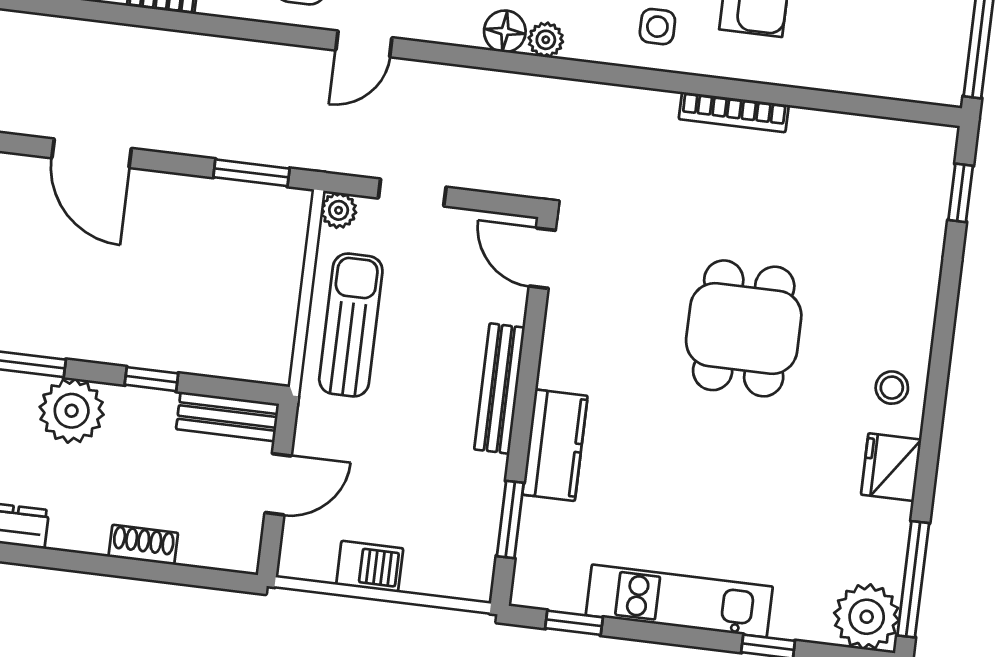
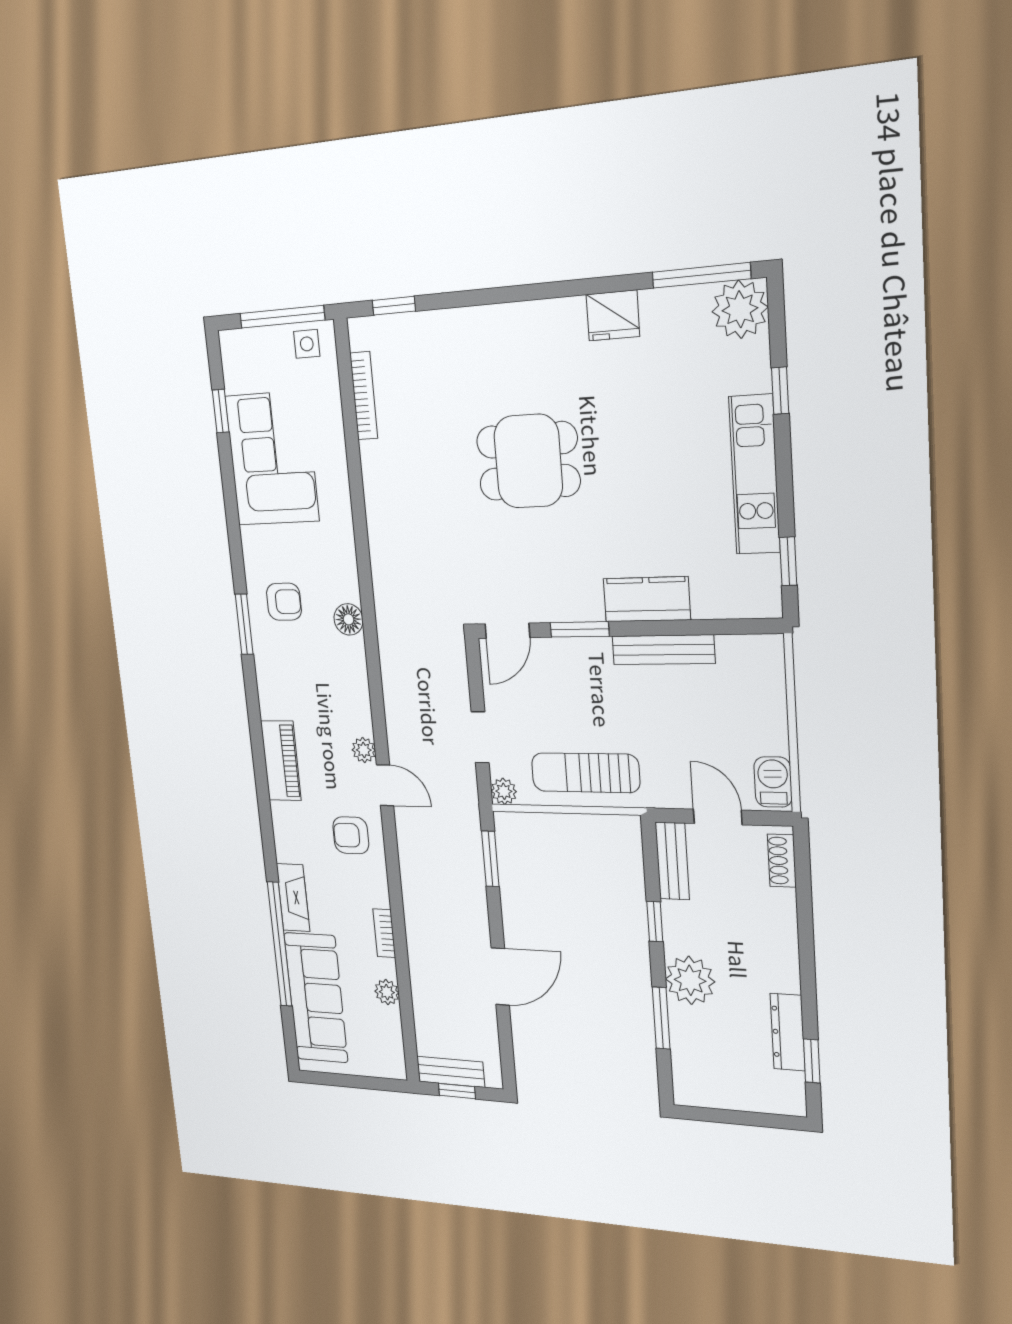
side table: (657, 27) -> (307, 344), moved
floor lamp: (505, 31) -> (349, 619), moved
plant: (546, 40) -> (364, 750), moved
bookcase: (734, 112) -> (364, 396), moved
bench: (499, 388) -> (663, 650), moved
stool: (892, 388) -> (550, 329), removed
window: (510, 520) -> (580, 629), moved
shoe rack: (143, 545) -> (782, 861), moved
barbecue: (370, 566) -> (773, 782), moved

